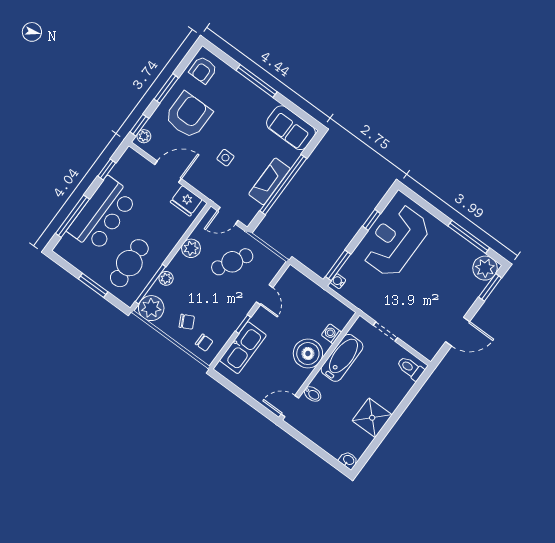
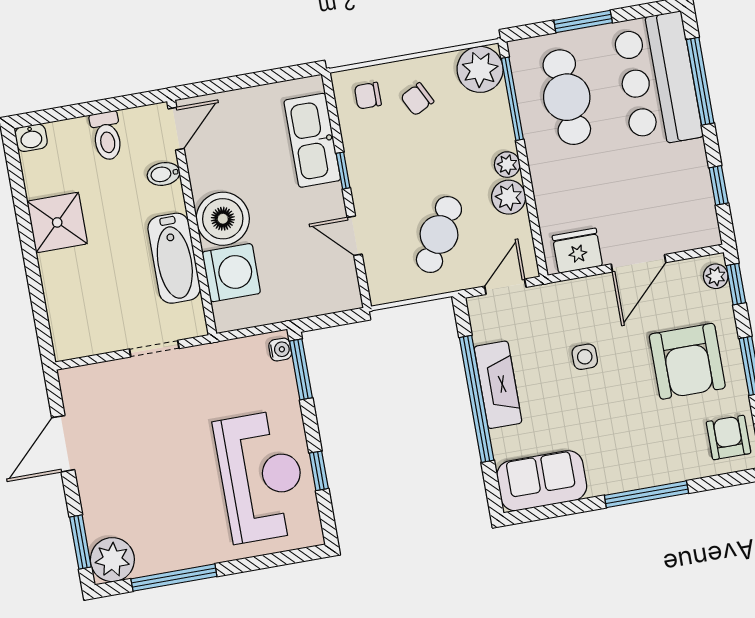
bar counter: (102, 214) -> (657, 80), moved
plant: (166, 278) -> (507, 165), moved
washing machine: (331, 334) -> (231, 273), width x1.89, depth x1.89
toilet: (410, 368) -> (107, 136), moved, turned 90

